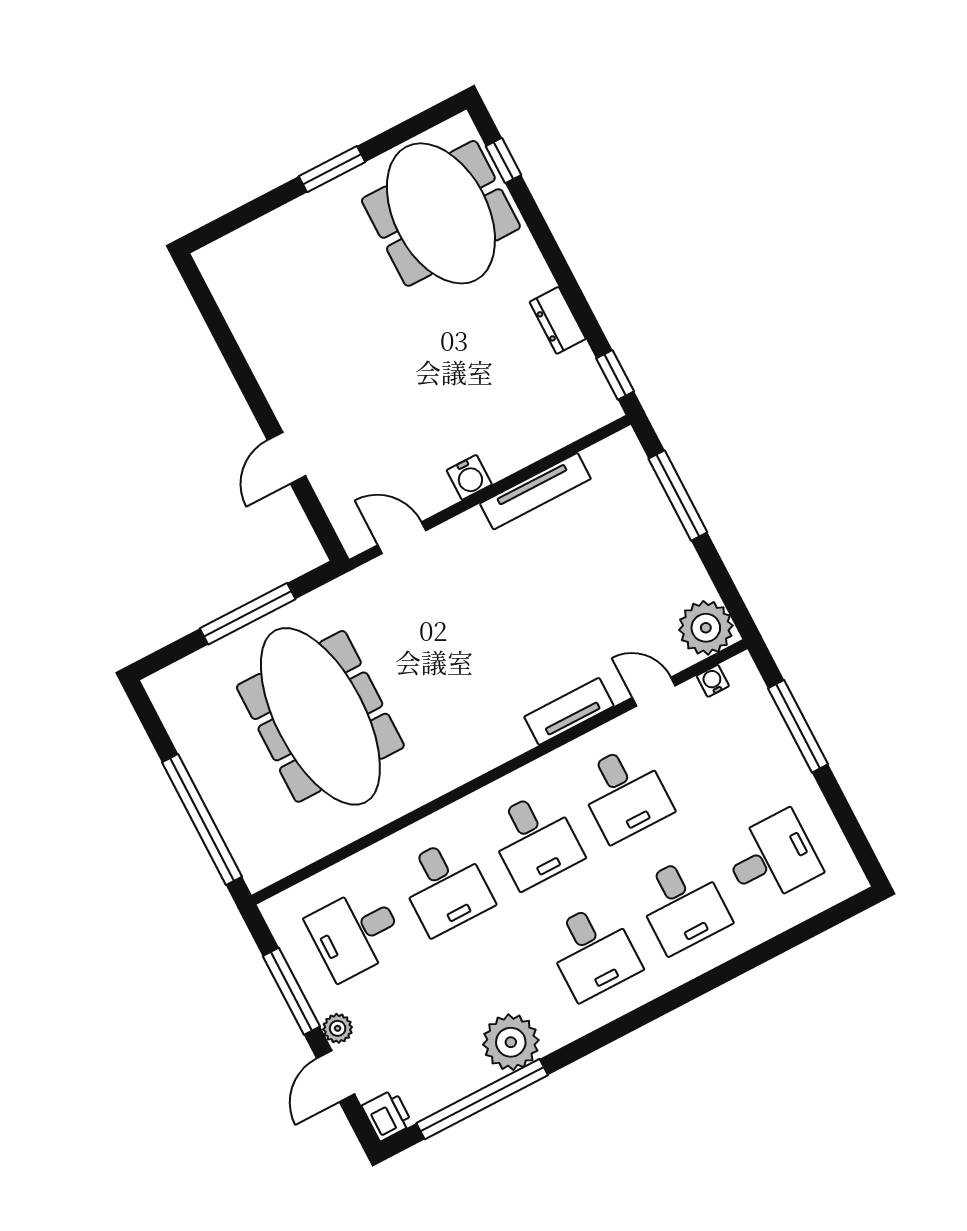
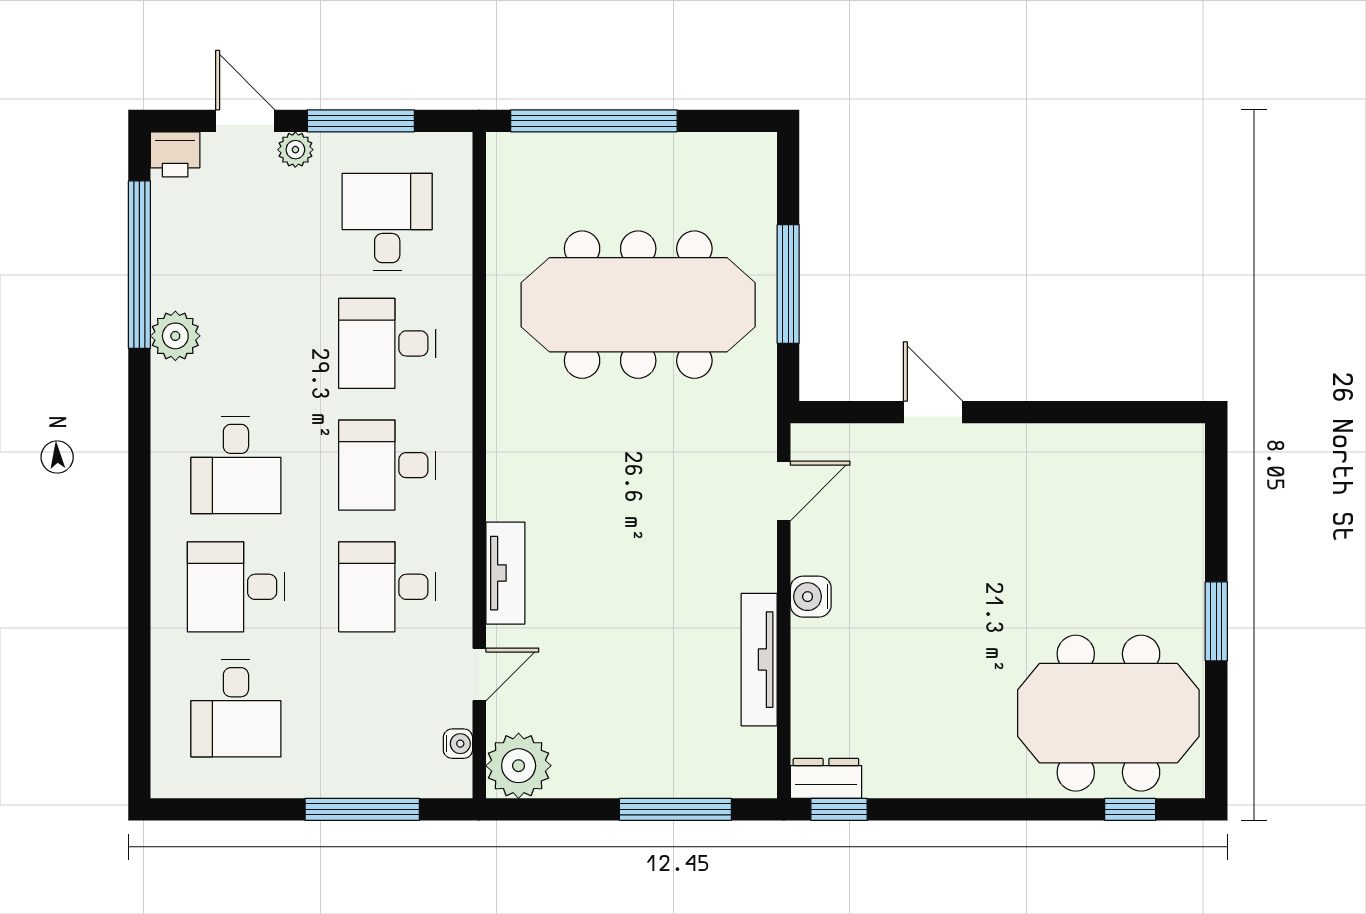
dresser: (558, 320) -> (826, 778), moved
desk: (593, 951) -> (236, 465), turned -90
plant: (511, 1042) -> (175, 336), width x0.73, depth x0.73

